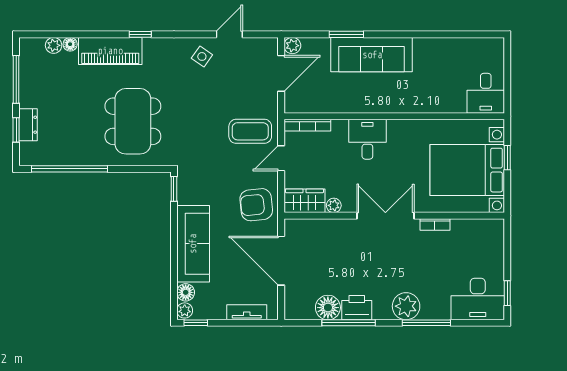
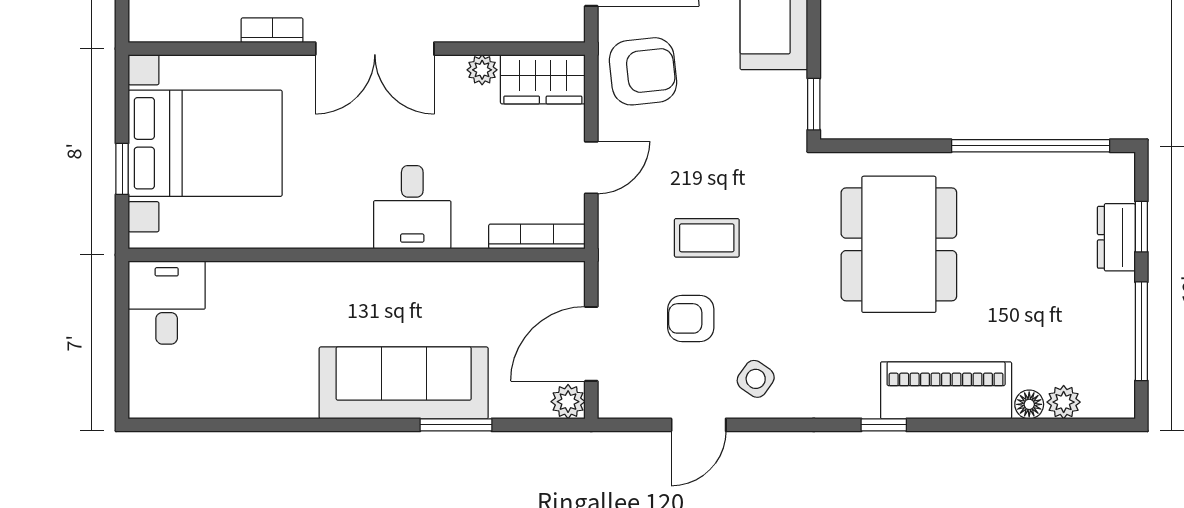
armchair: (233, 86) -> (691, 318), added
coffee table: (250, 131) -> (707, 238), moved, width x0.73, depth x0.77

